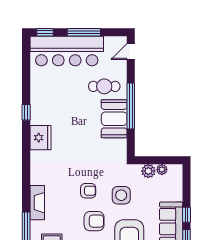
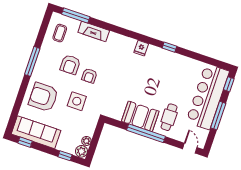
fridge: (40, 138) -> (141, 48), width x0.53, depth x0.75
plant: (148, 171) -> (81, 151), moved
window: (186, 215) -> (65, 156), moved
armchair: (94, 221) -> (70, 65), moved

